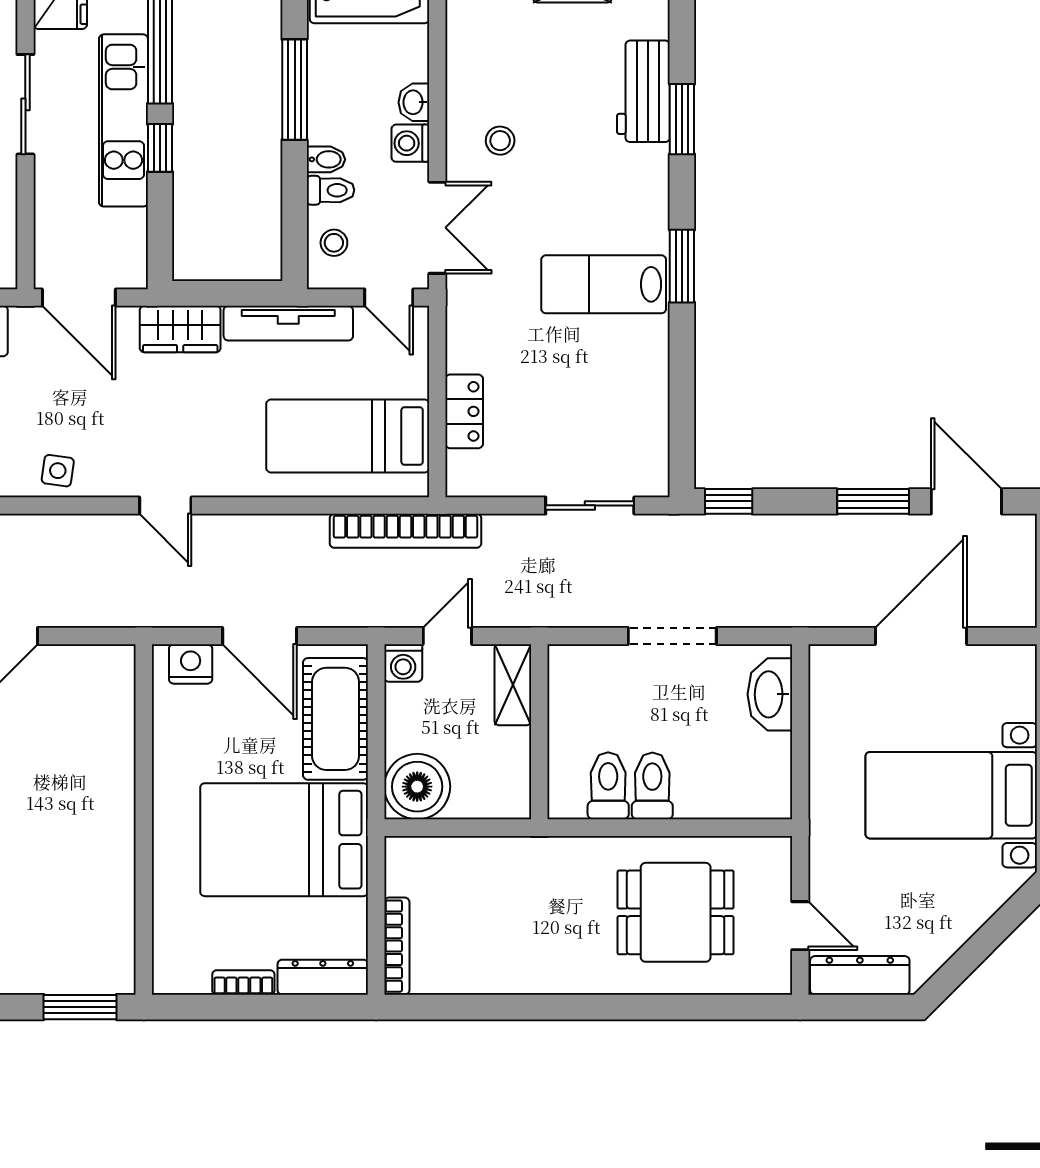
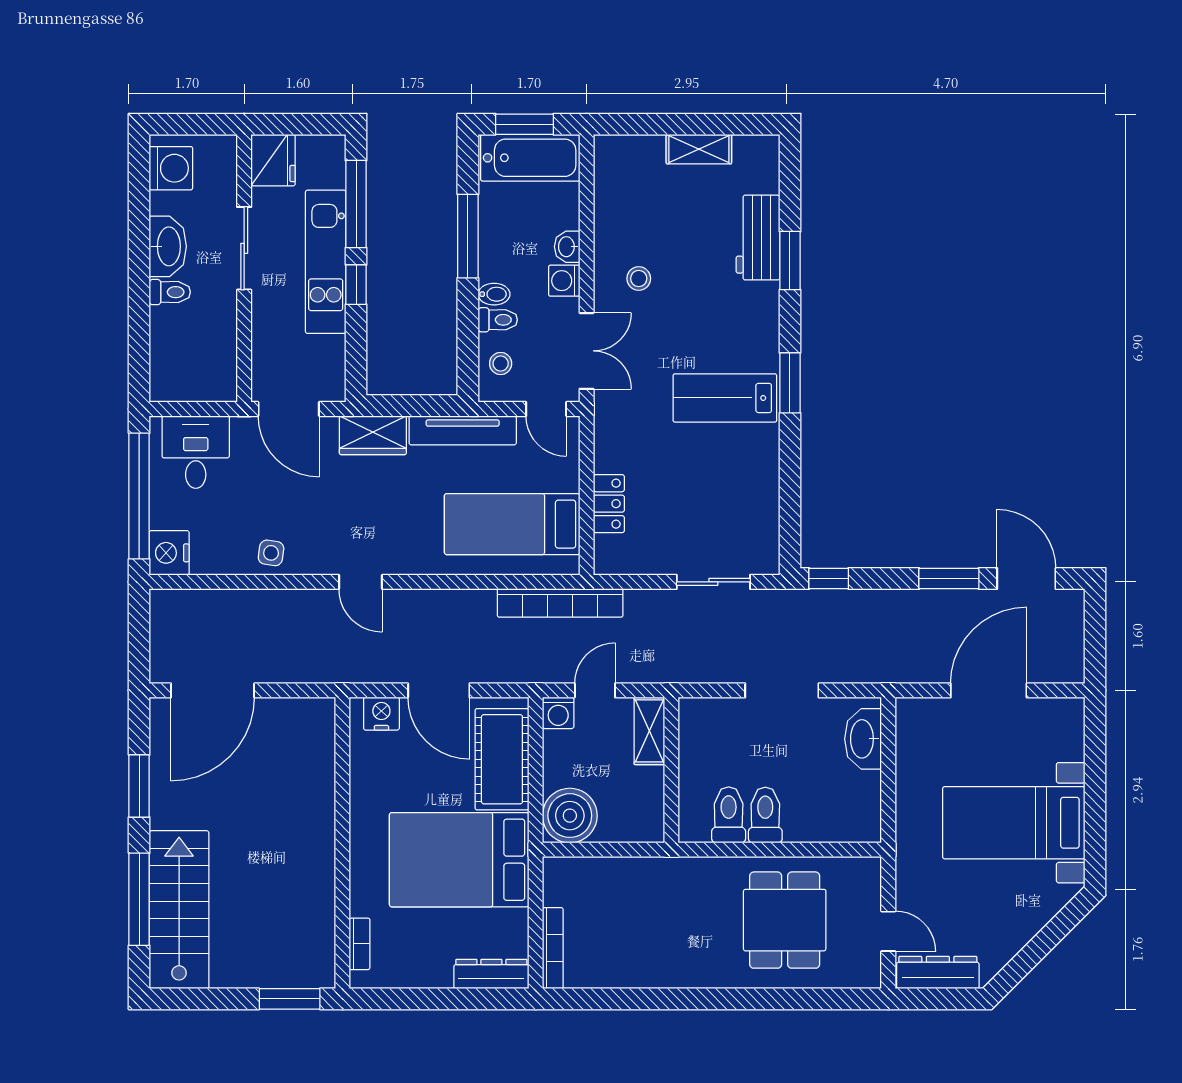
dining table: (676, 912) -> (785, 920), turned 90
bookcase: (243, 982) -> (360, 944), moved, turned 90

